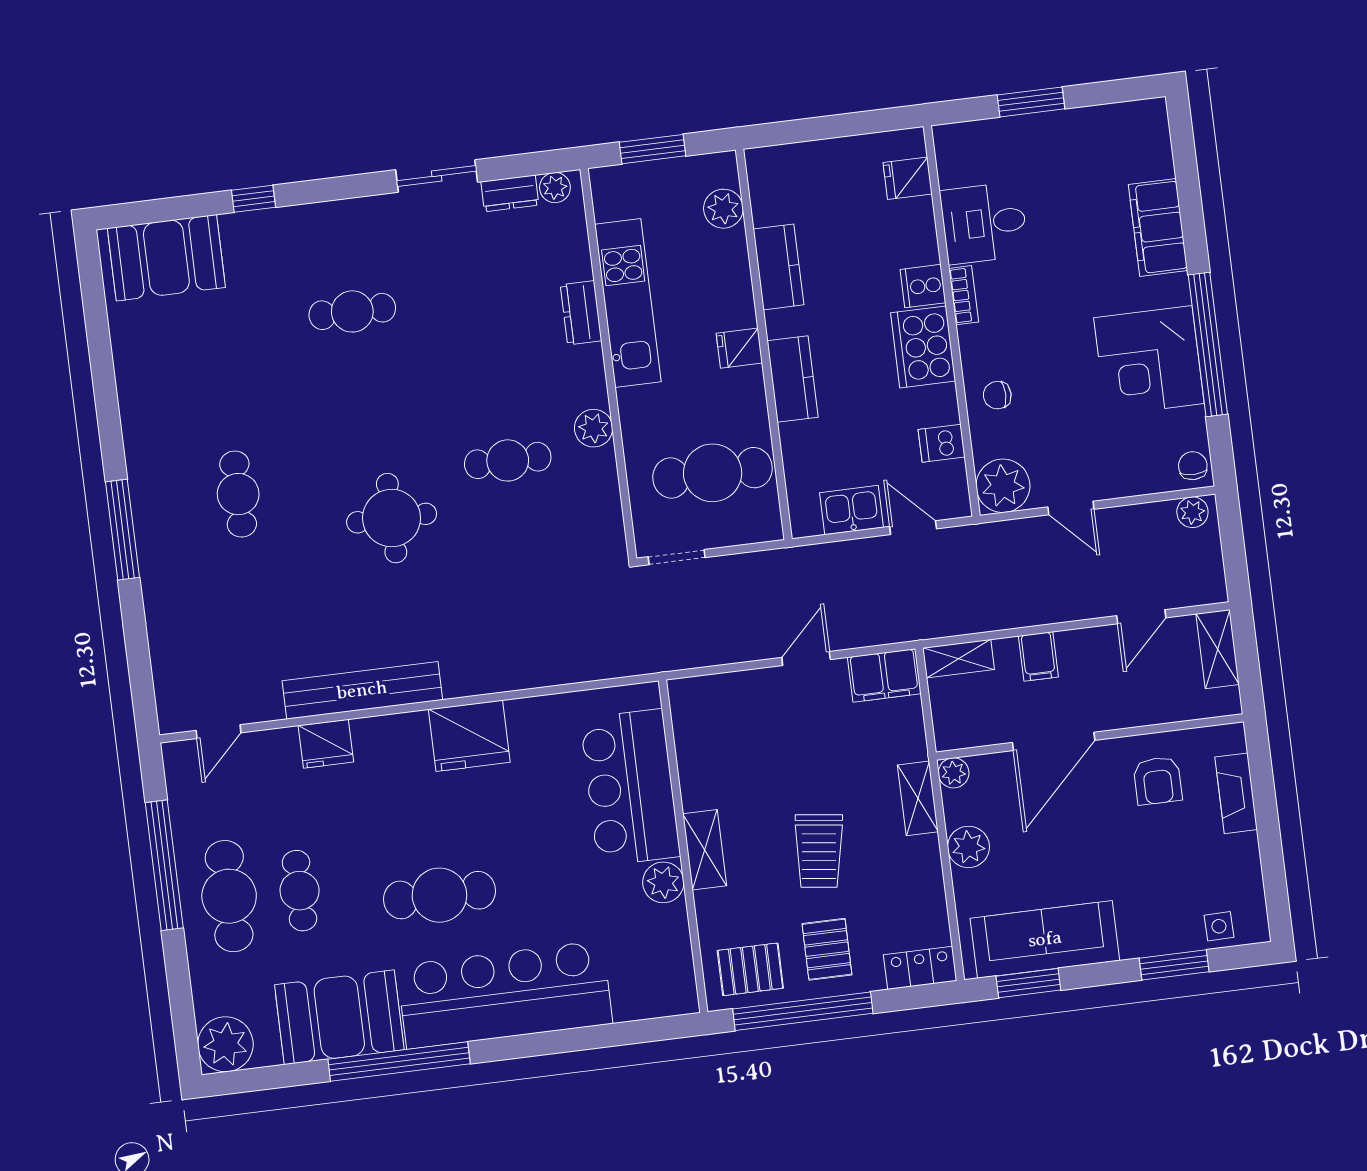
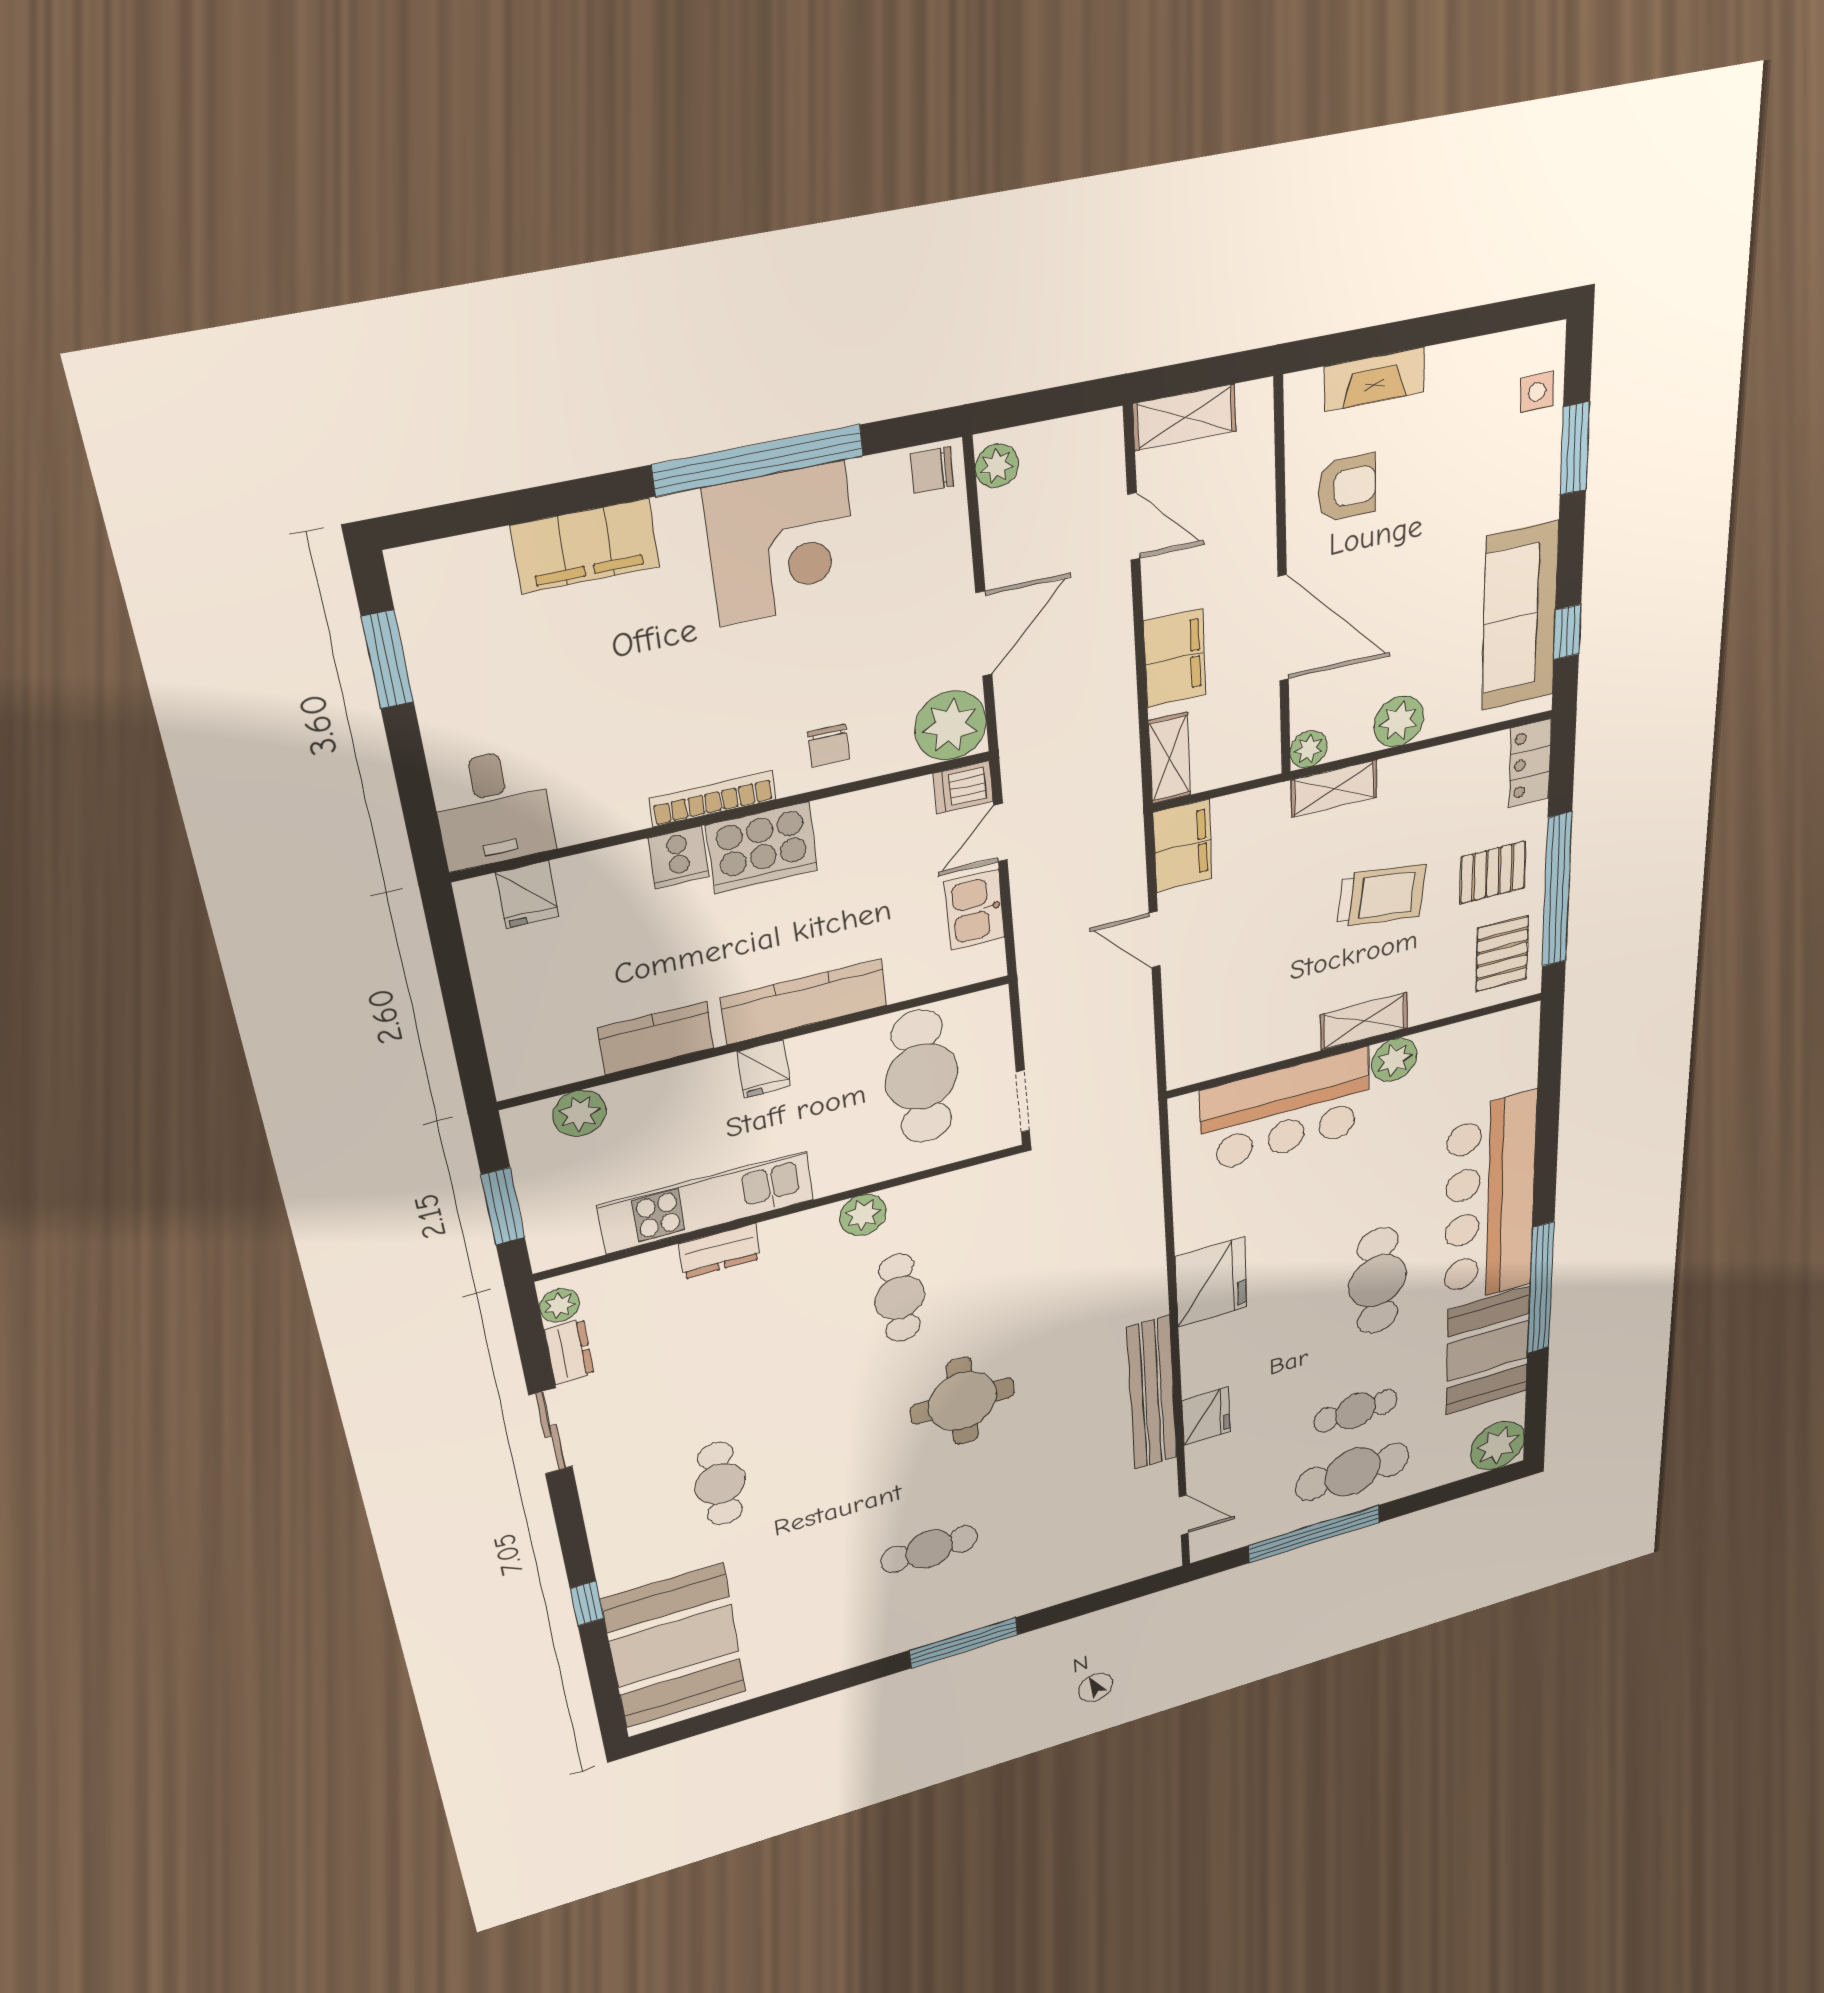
window: (1031, 102) -> (387, 660), moved
desk: (984, 223) -> (493, 809), moved
booth: (166, 258) -> (674, 1646), width x1.36, depth x1.42
bookcase: (964, 295) -> (713, 799), width x1.56
kitchen counter: (793, 379) -> (804, 1002), width x1.50
dishwasher: (942, 443) -> (963, 787), moved, turned 90
door: (1071, 508) -> (984, 634), width x1.38
filing cabinet: (1038, 656) -> (1175, 658), width x2.00
window: (1028, 983) -> (1567, 632), width x0.67

